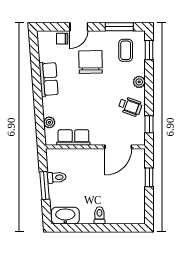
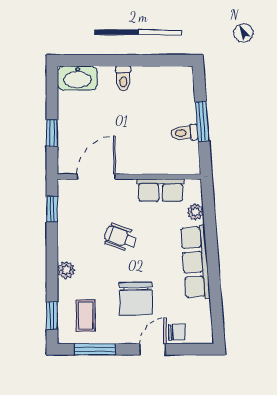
row of seats: (49, 79) -> (195, 262), width x1.48
wheelchair: (130, 106) -> (120, 238), moved
washbasin: (65, 216) -> (77, 78), moved

